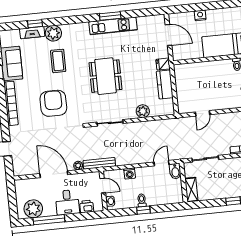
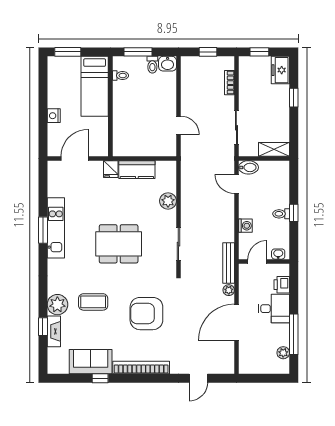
plant: (33, 209) -> (283, 353), width x0.53, depth x0.53

